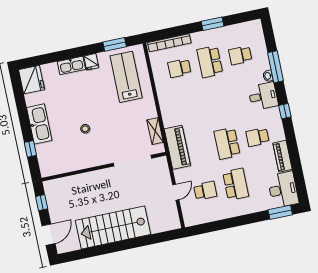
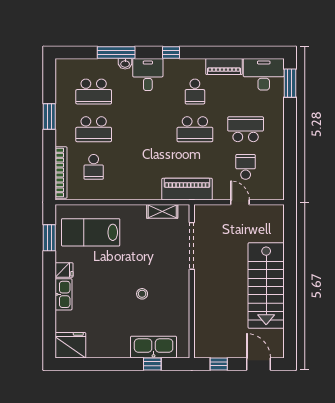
school desk: (240, 55) -> (94, 92), width x1.85
kitchen sink: (39, 124) -> (154, 347), moved

